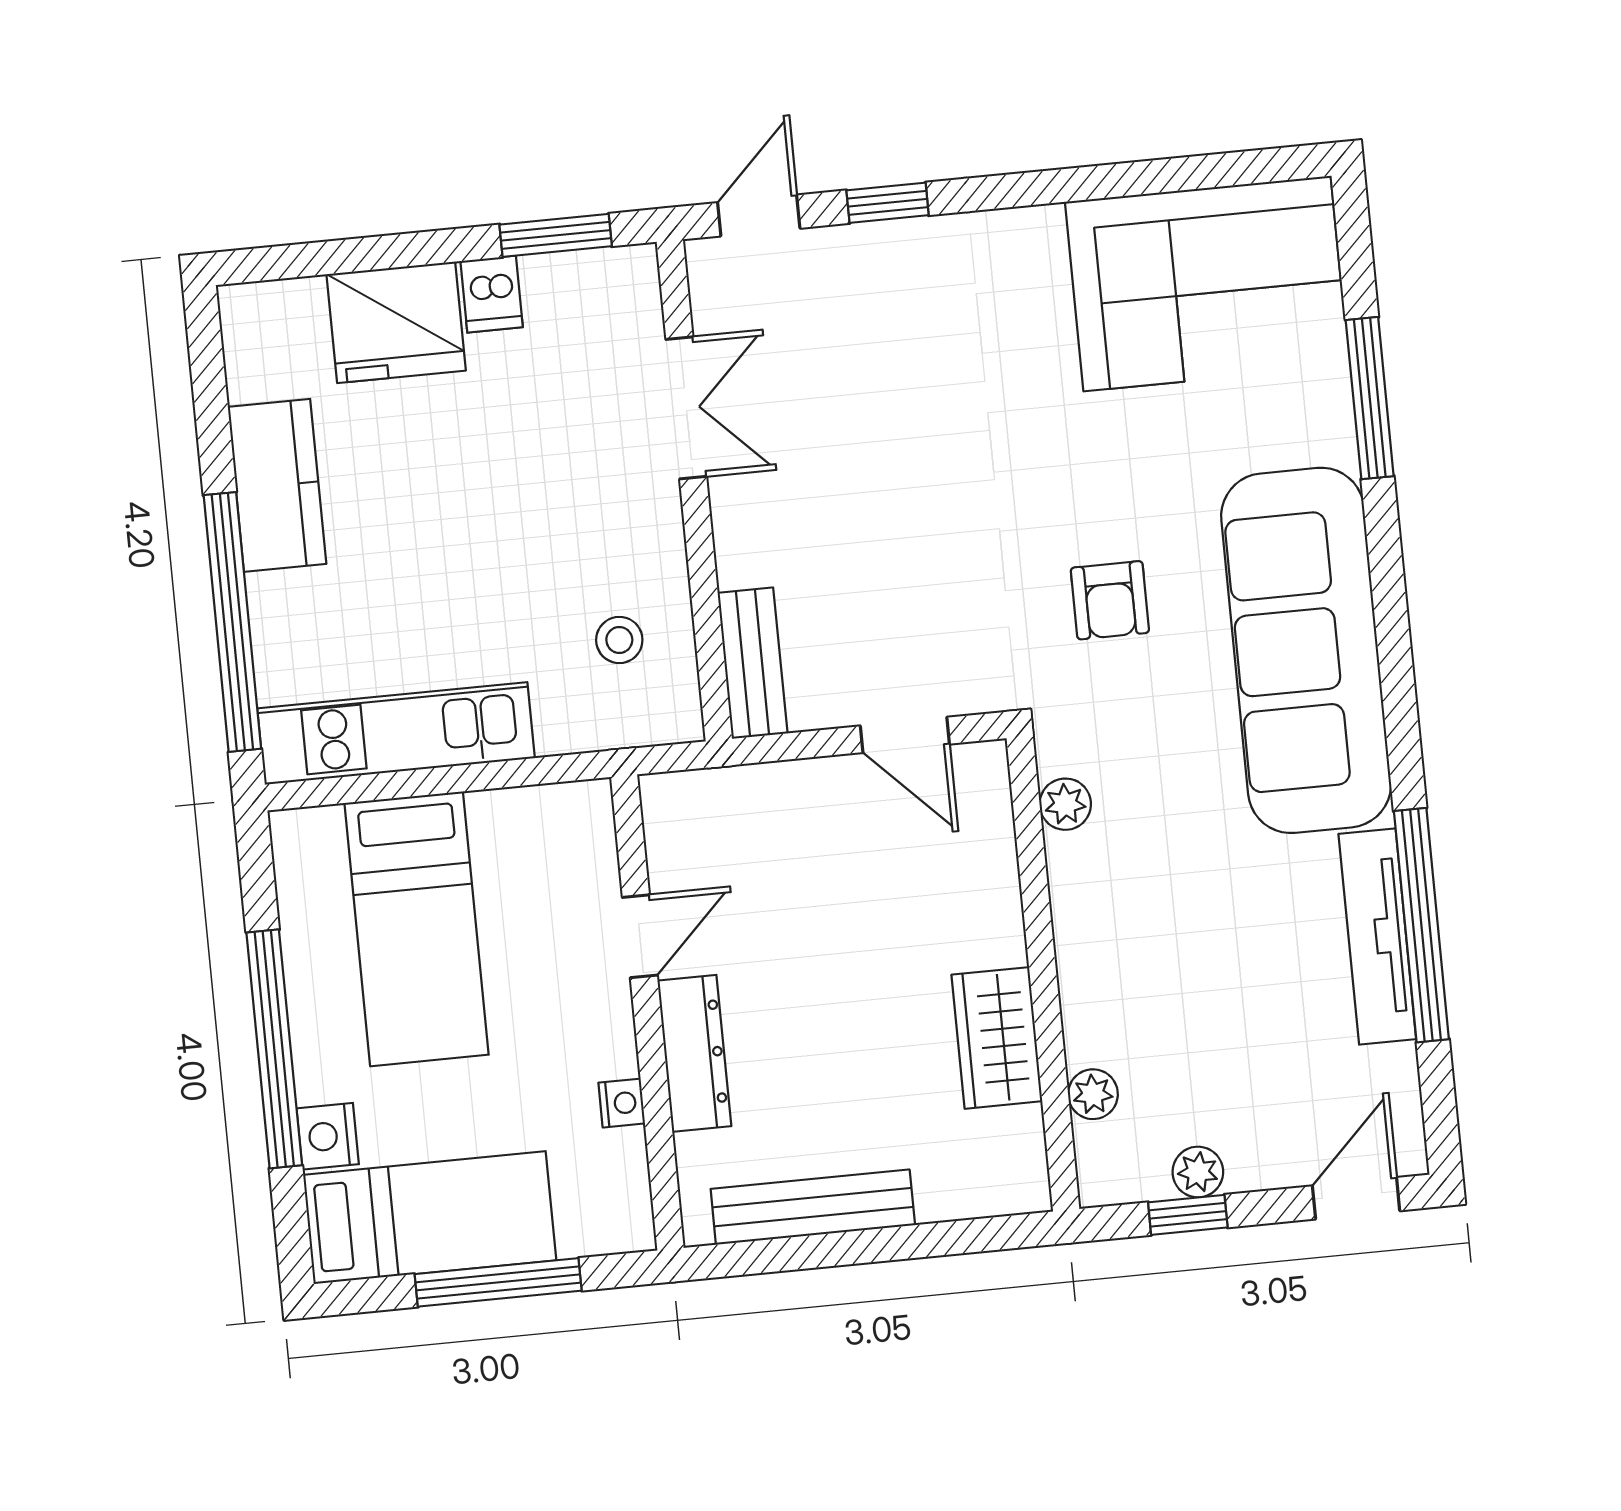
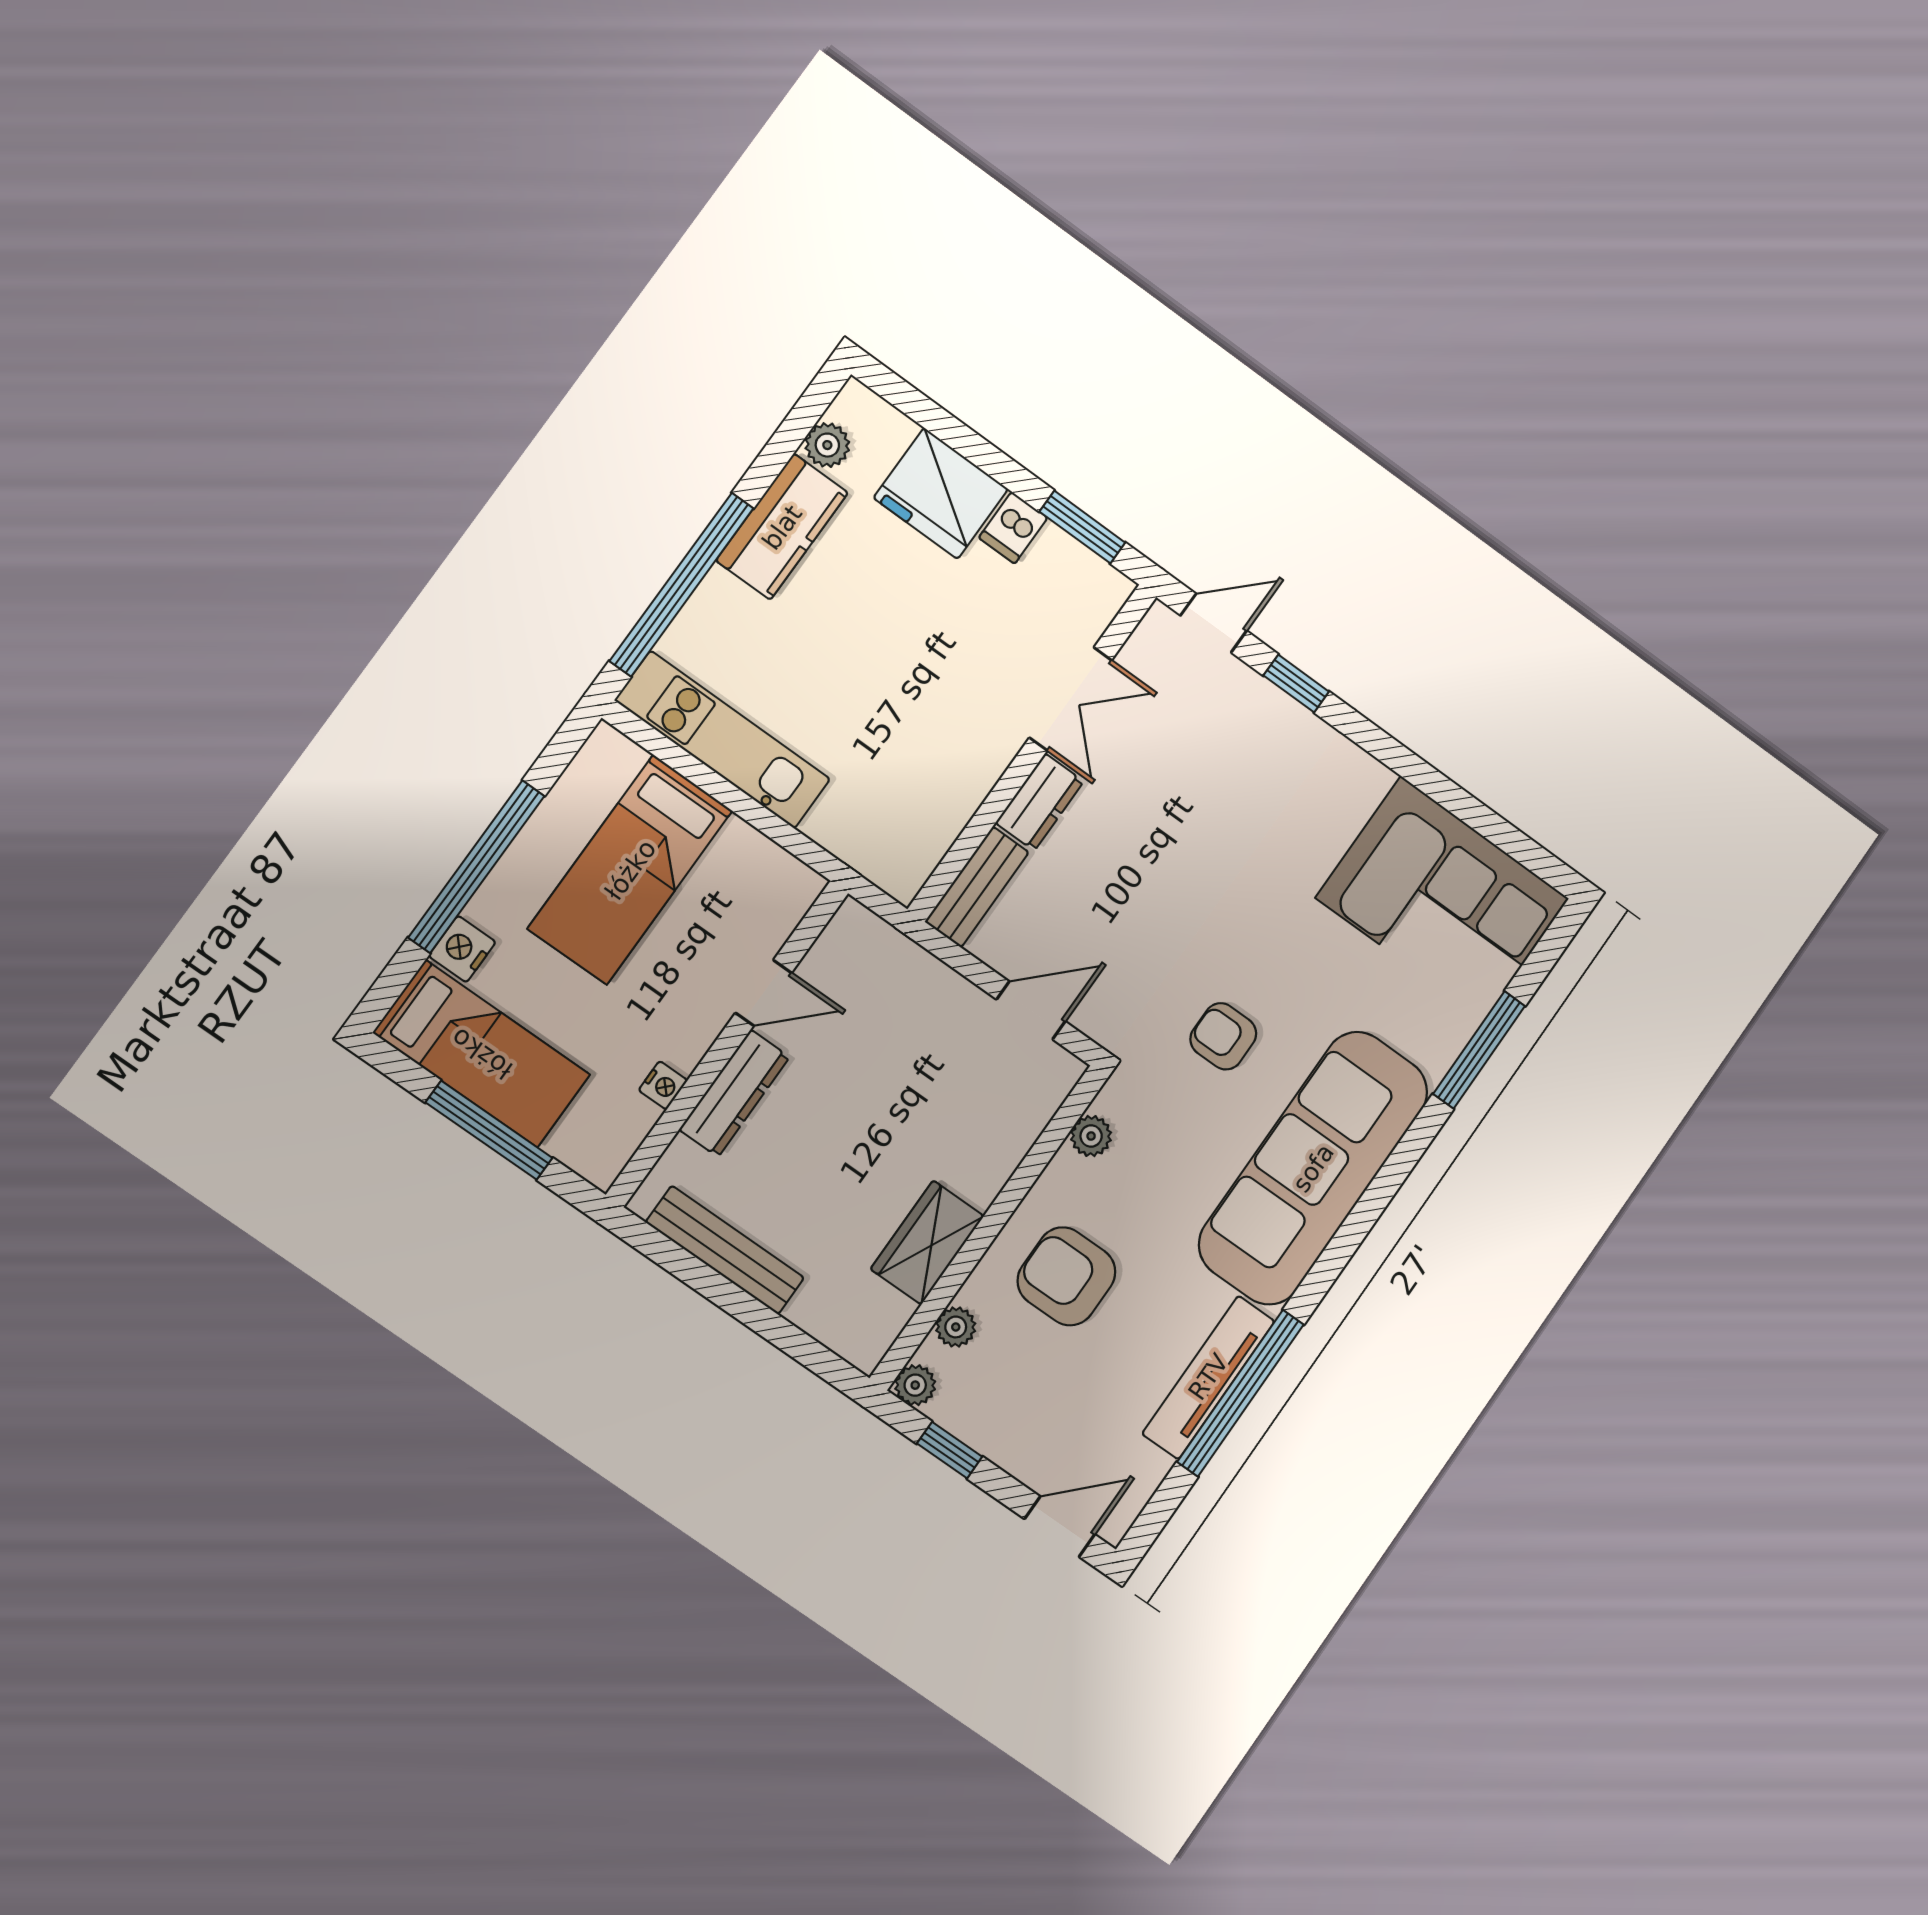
plant: (252, 372) -> (827, 445), added
dresser: (742, 531) -> (1040, 802), added
armchair: (1110, 600) -> (1223, 1036), turned 90
stool: (619, 640) -> (908, 803), removed
door: (905, 735) -> (1031, 1010), swing flipped
armchair: (1157, 957) -> (1066, 1276), added
plant: (1198, 1172) -> (915, 1385), moved

